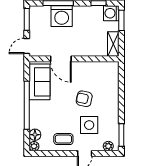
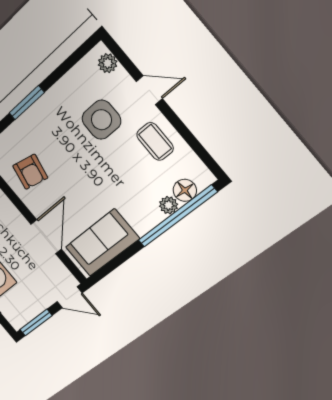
armchair: (84, 99) -> (30, 172), moved
window: (27, 105) -> (177, 217), moved
window: (121, 135) -> (27, 103), moved
plant: (34, 146) -> (169, 205), moved

